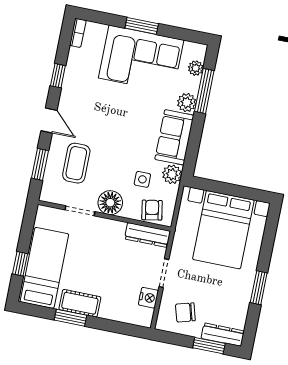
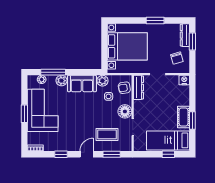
nightstand: (148, 298) -> (184, 80), moved

